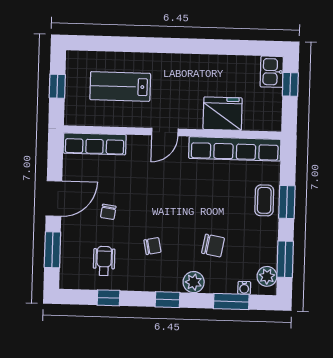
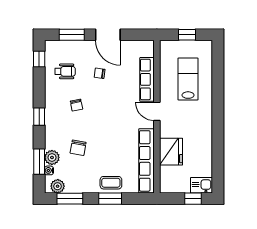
row of seats: (95, 144) -> (147, 79), moved
plant: (194, 282) -> (52, 157), moved
window: (108, 298) -> (39, 59), moved

